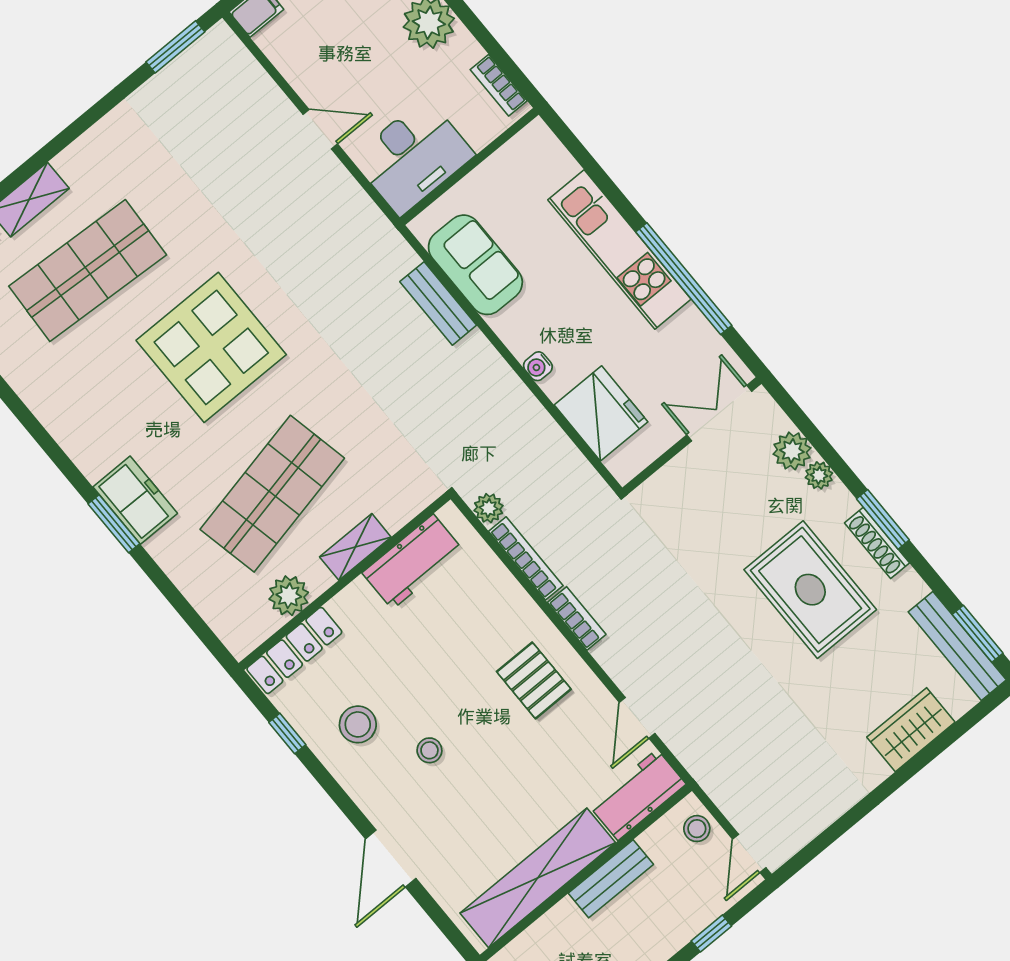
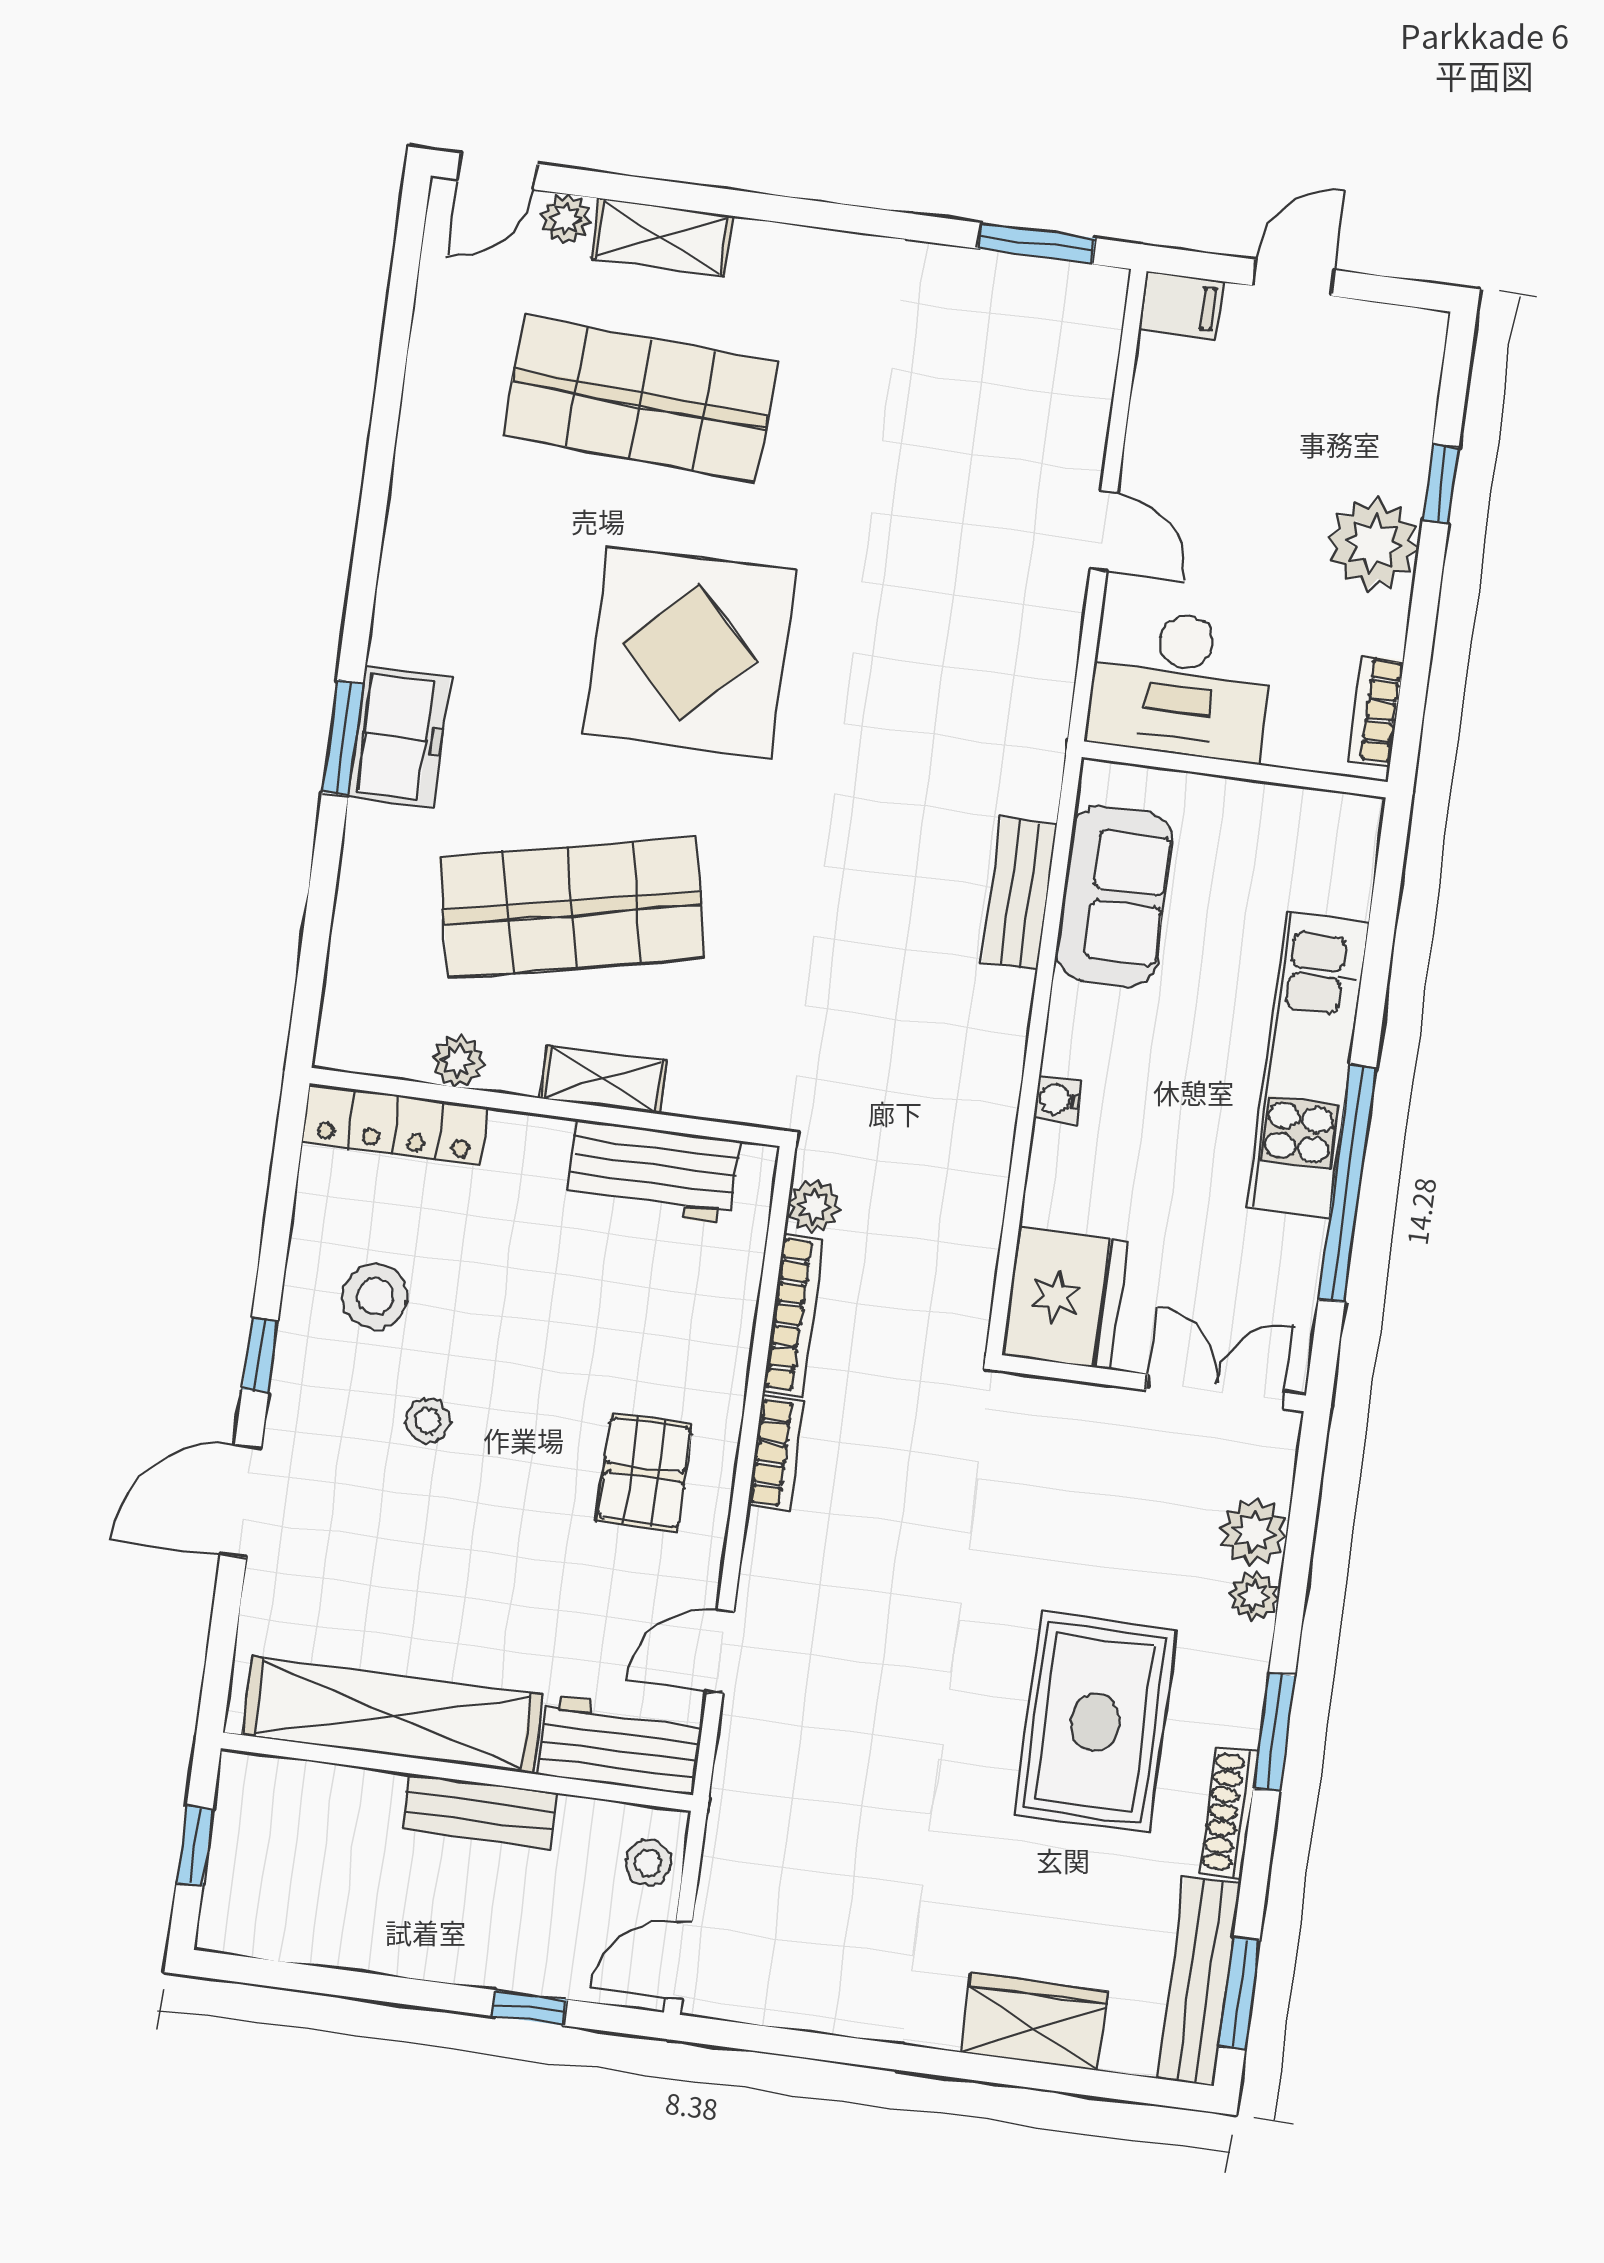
fridge: (601, 413) -> (1064, 1298), moved
shoe rack: (877, 543) -> (1228, 1812), moved
plant: (289, 596) -> (458, 1061), width x0.73, depth x0.73
window: (287, 733) -> (260, 1355), moved

